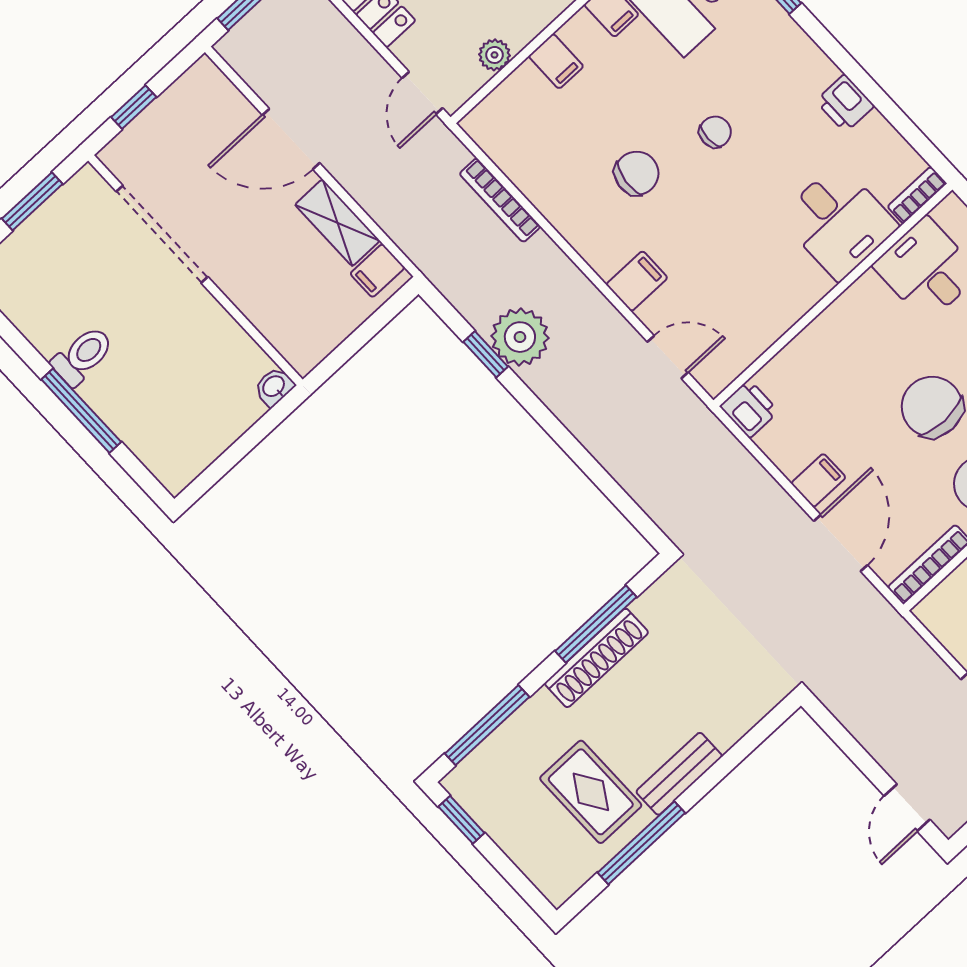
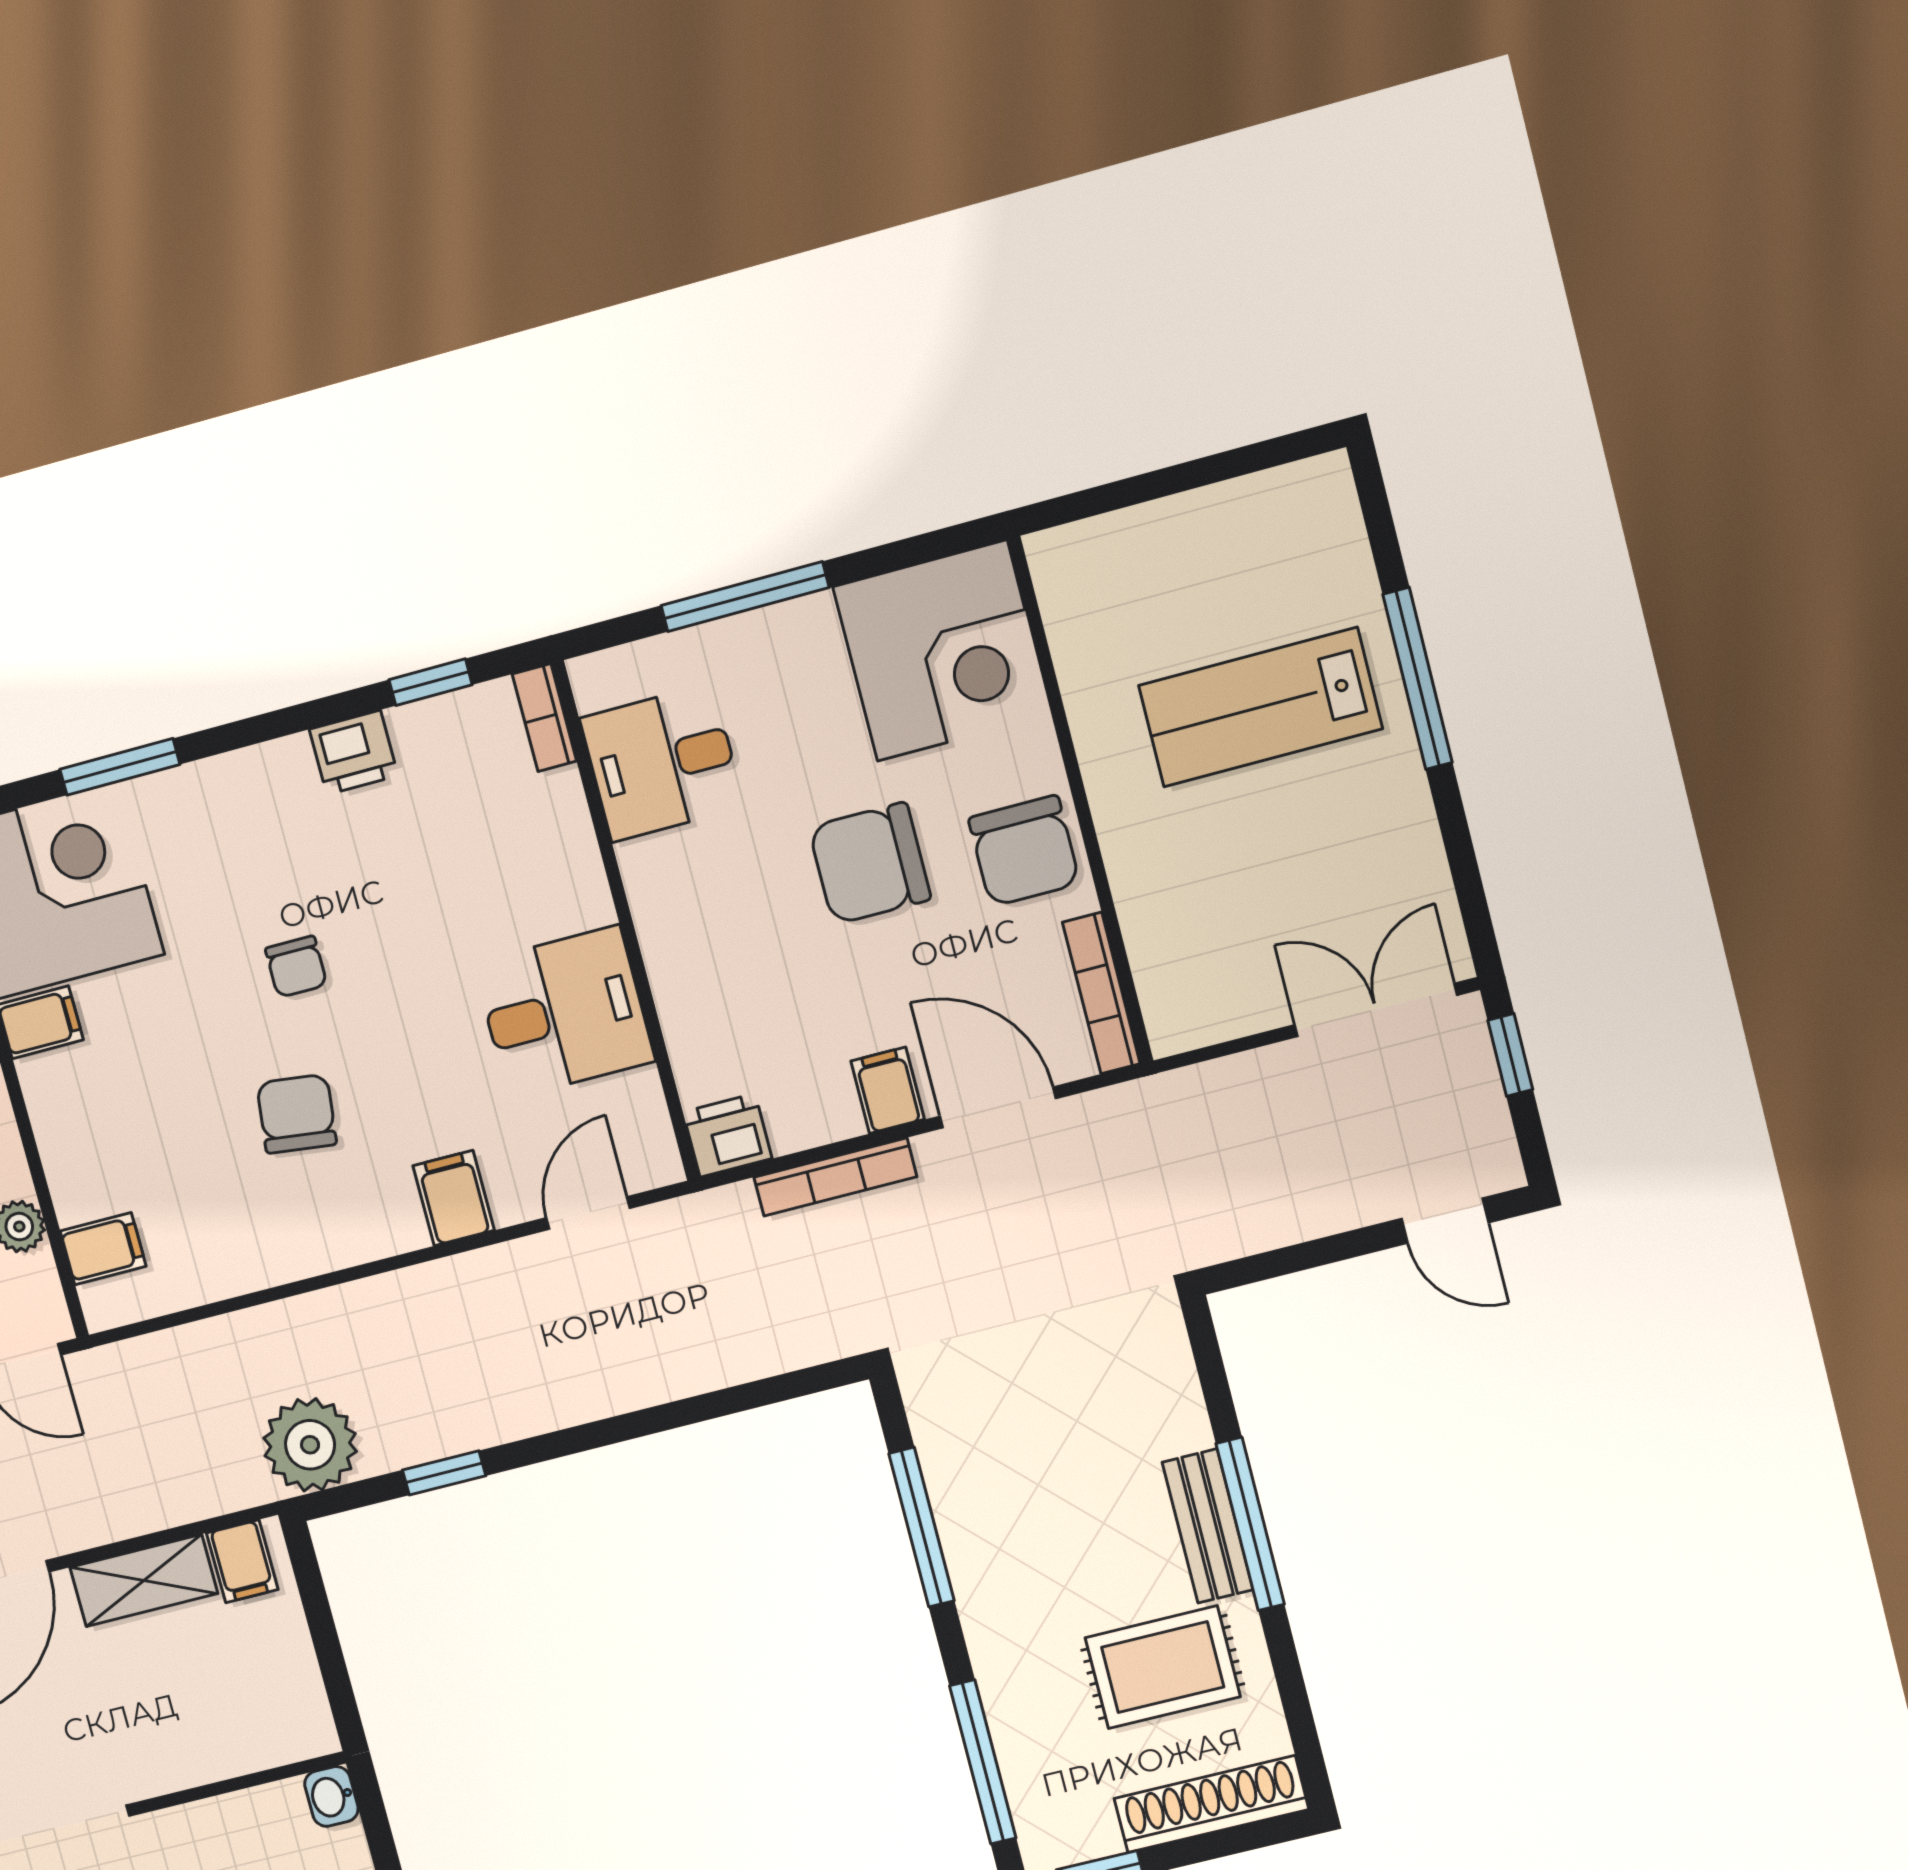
filing cabinet: (556, 61) -> (103, 1249), moved
window: (904, 125) -> (431, 682), added
chair: (715, 132) -> (296, 967), turned 180
bookcase: (500, 200) -> (835, 1177), moved
desk: (839, 222) -> (564, 1012), moved
plant: (520, 337) -> (310, 1445), moved
shoe rack: (596, 658) -> (1211, 1804), moved, turned -90
window: (641, 843) -> (1250, 1524), moved

